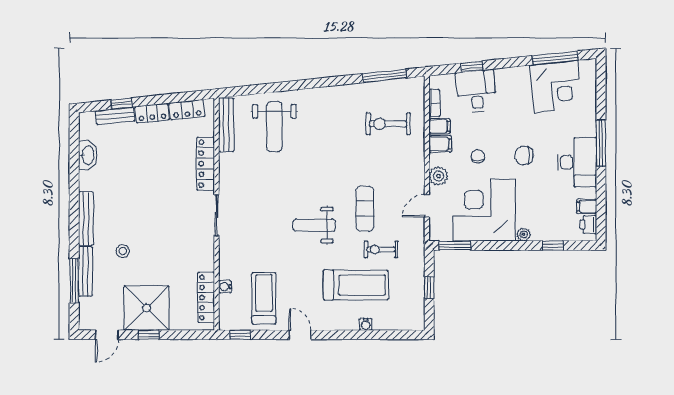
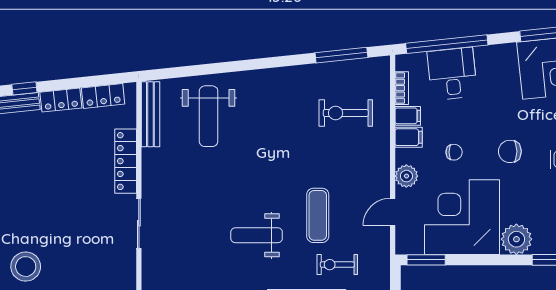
window: (472, 67) -> (447, 44), width x3.17
chair: (478, 156) -> (454, 152), turned 90
plant: (524, 234) -> (516, 239), width x1.88, depth x1.88
stool: (123, 251) -> (26, 267), width x1.89, depth x1.89

